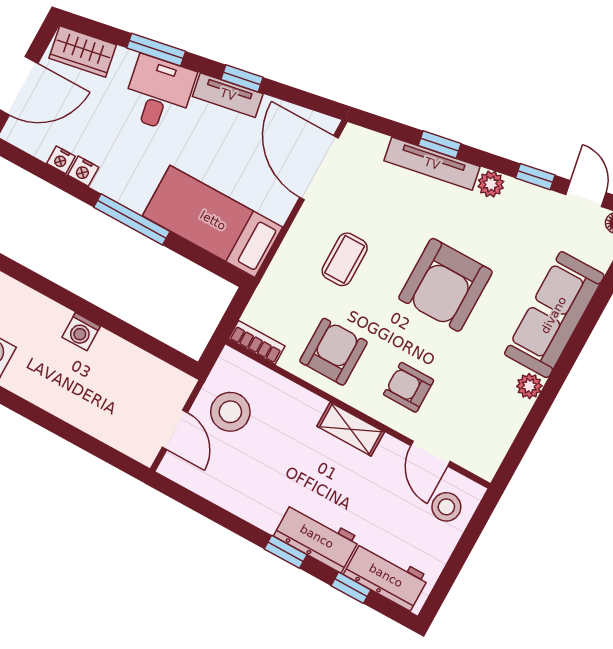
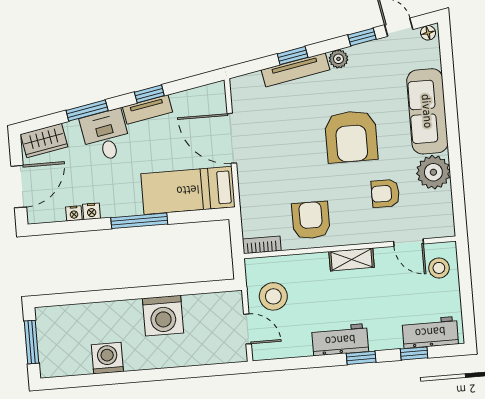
door: (319, 168) -> (232, 138), moved
coffee table: (345, 259) -> (281, 161), removed
washing machine: (81, 332) -> (163, 316), width x1.89, depth x1.89
plant: (529, 386) -> (433, 172), width x1.88, depth x1.88
armchair: (409, 387) -> (385, 193), moved
workbench: (317, 537) -> (340, 340), moved

